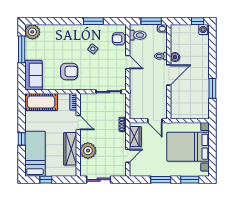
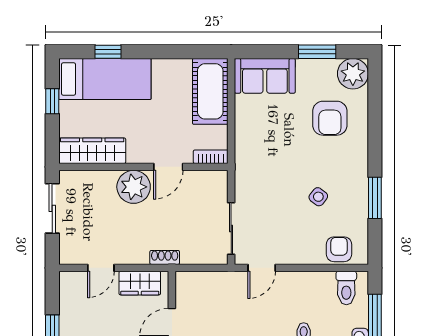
window: (22, 49) -> (317, 52), width x0.69
door: (128, 62) -> (262, 268), moved
armchair: (69, 71) -> (330, 118), moved
window: (22, 139) -> (108, 52), moved
wardrobe: (70, 149) -> (92, 151), moved
plant: (88, 151) -> (134, 187), moved
door: (128, 156) -> (101, 268), hinge flipped

